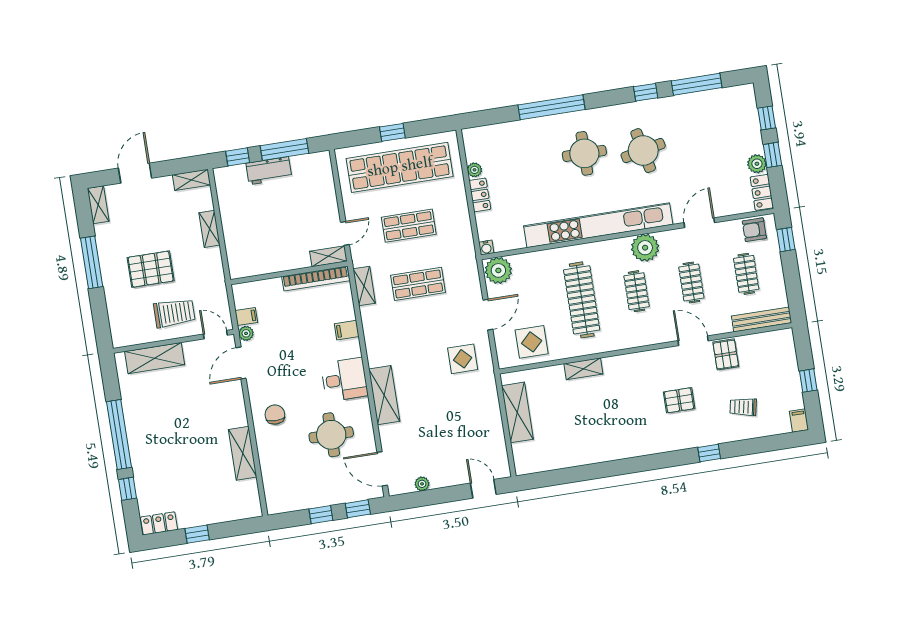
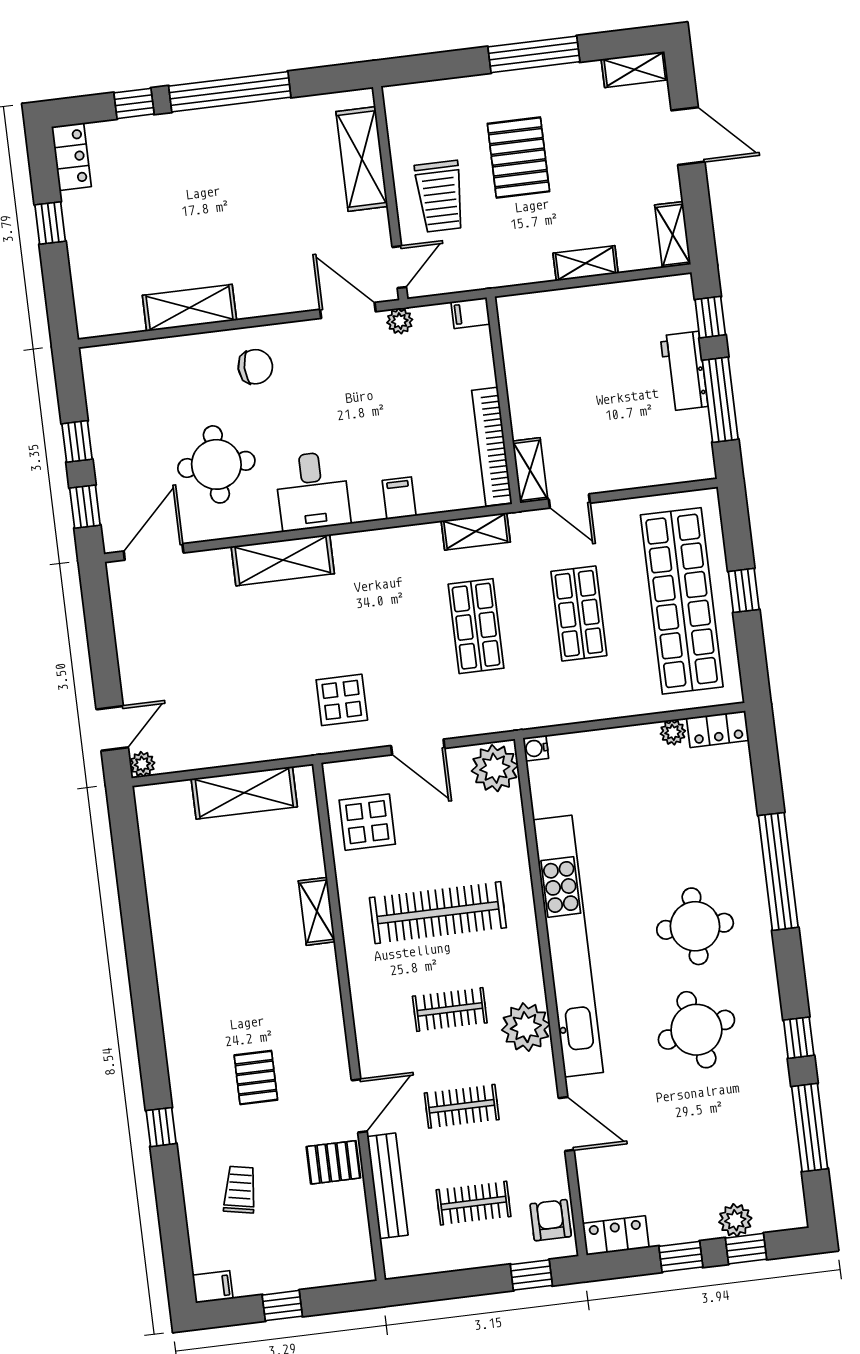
plant: (757, 164) -> (735, 1220), moved
locker: (480, 195) -> (718, 729), moved
filing cabinet: (246, 317) -> (471, 313), moved, turned 90
bench: (762, 319) -> (388, 1186), moved
plant: (422, 484) -> (142, 764), moved

